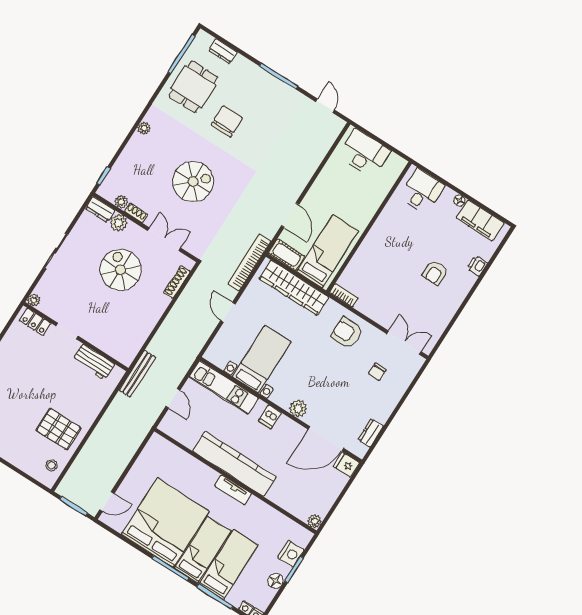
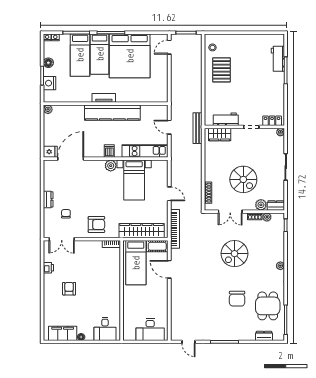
printer: (477, 266) -> (48, 268), moved
wardrobe: (114, 347) -> (220, 135), added
plant: (298, 408) -> (111, 166), moved
pallet: (58, 429) -> (221, 70), turned 90
dresser: (371, 433) -> (48, 199), moved

